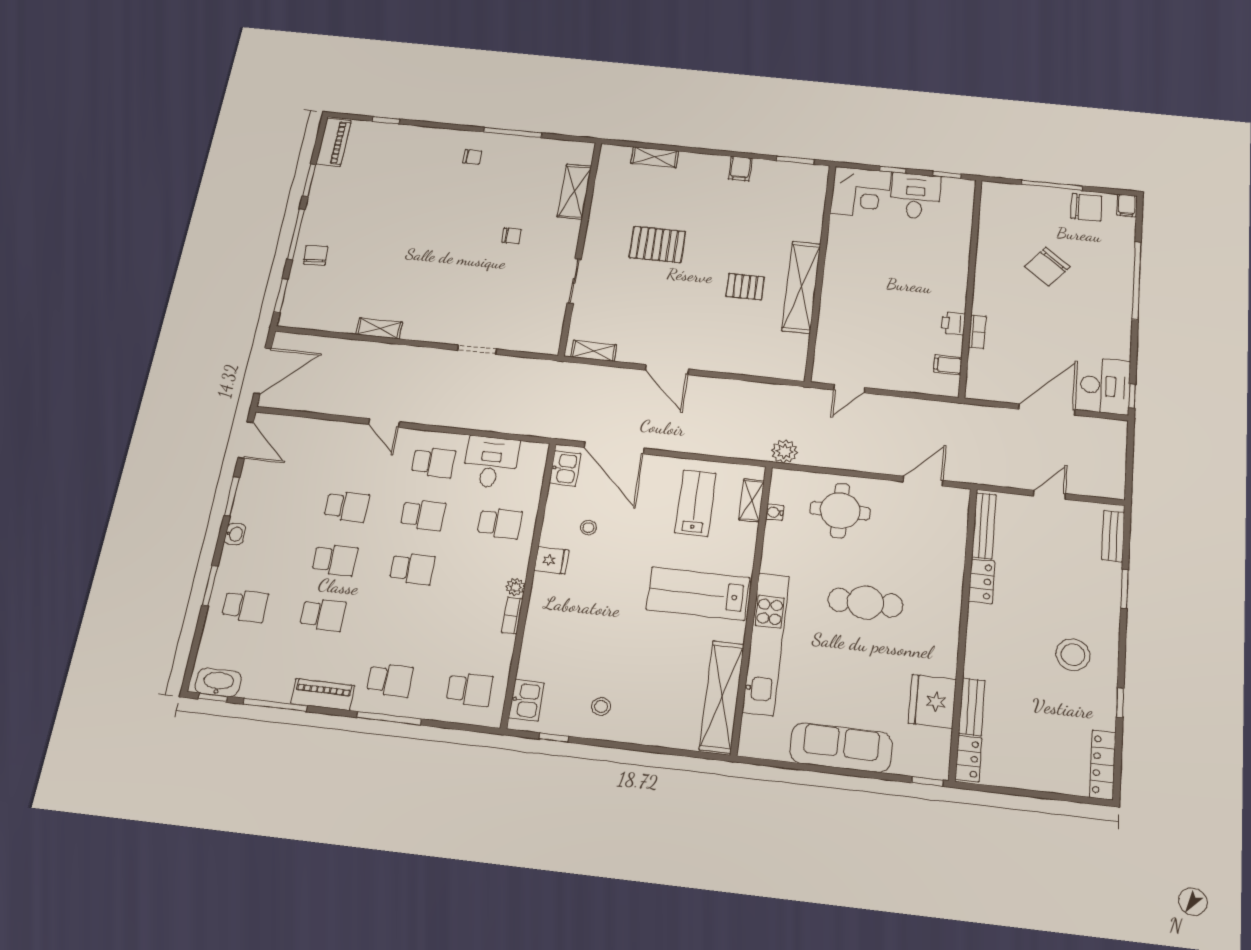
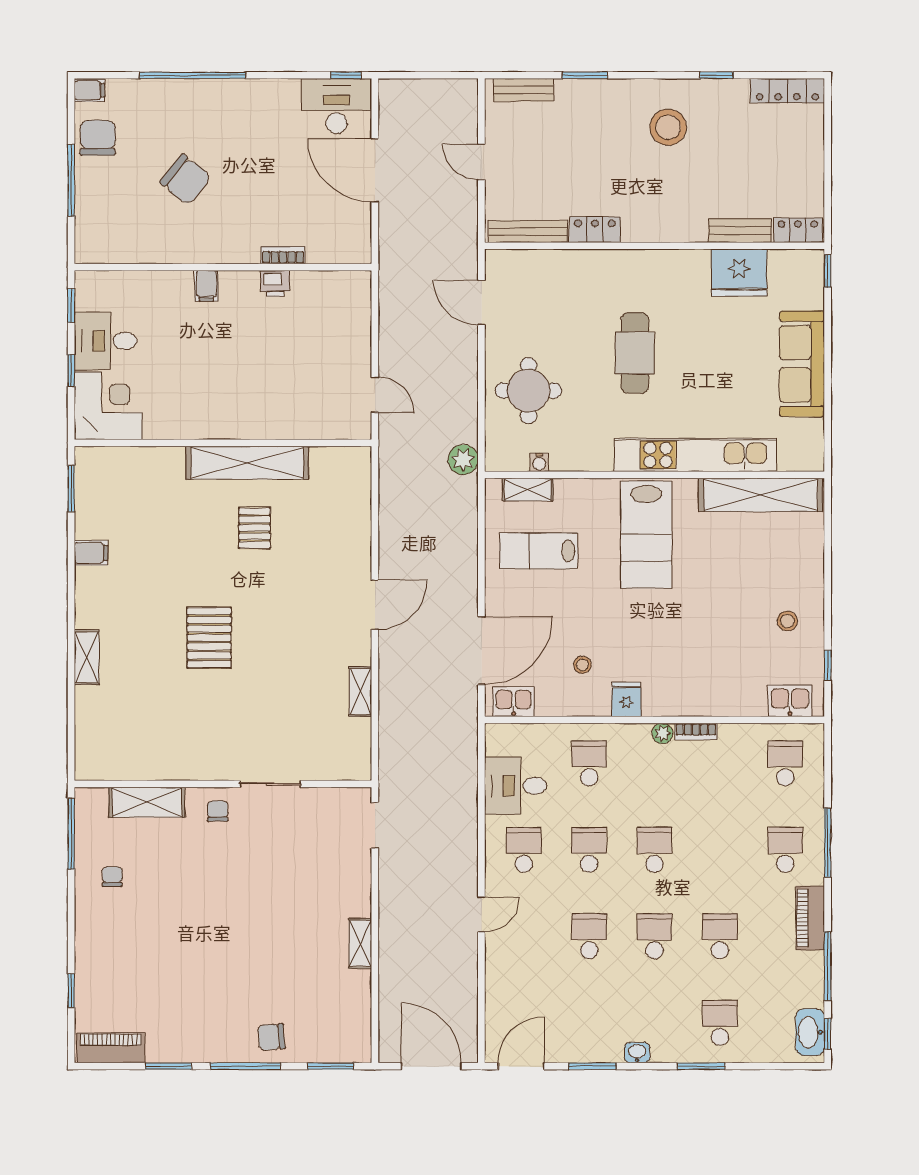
shelving: (574, 191) -> (147, 802), moved
wall: (580, 247) -> (223, 784), moved
sliding door: (574, 281) -> (270, 784), moved
filing cabinet: (948, 365) -> (206, 286), moved

